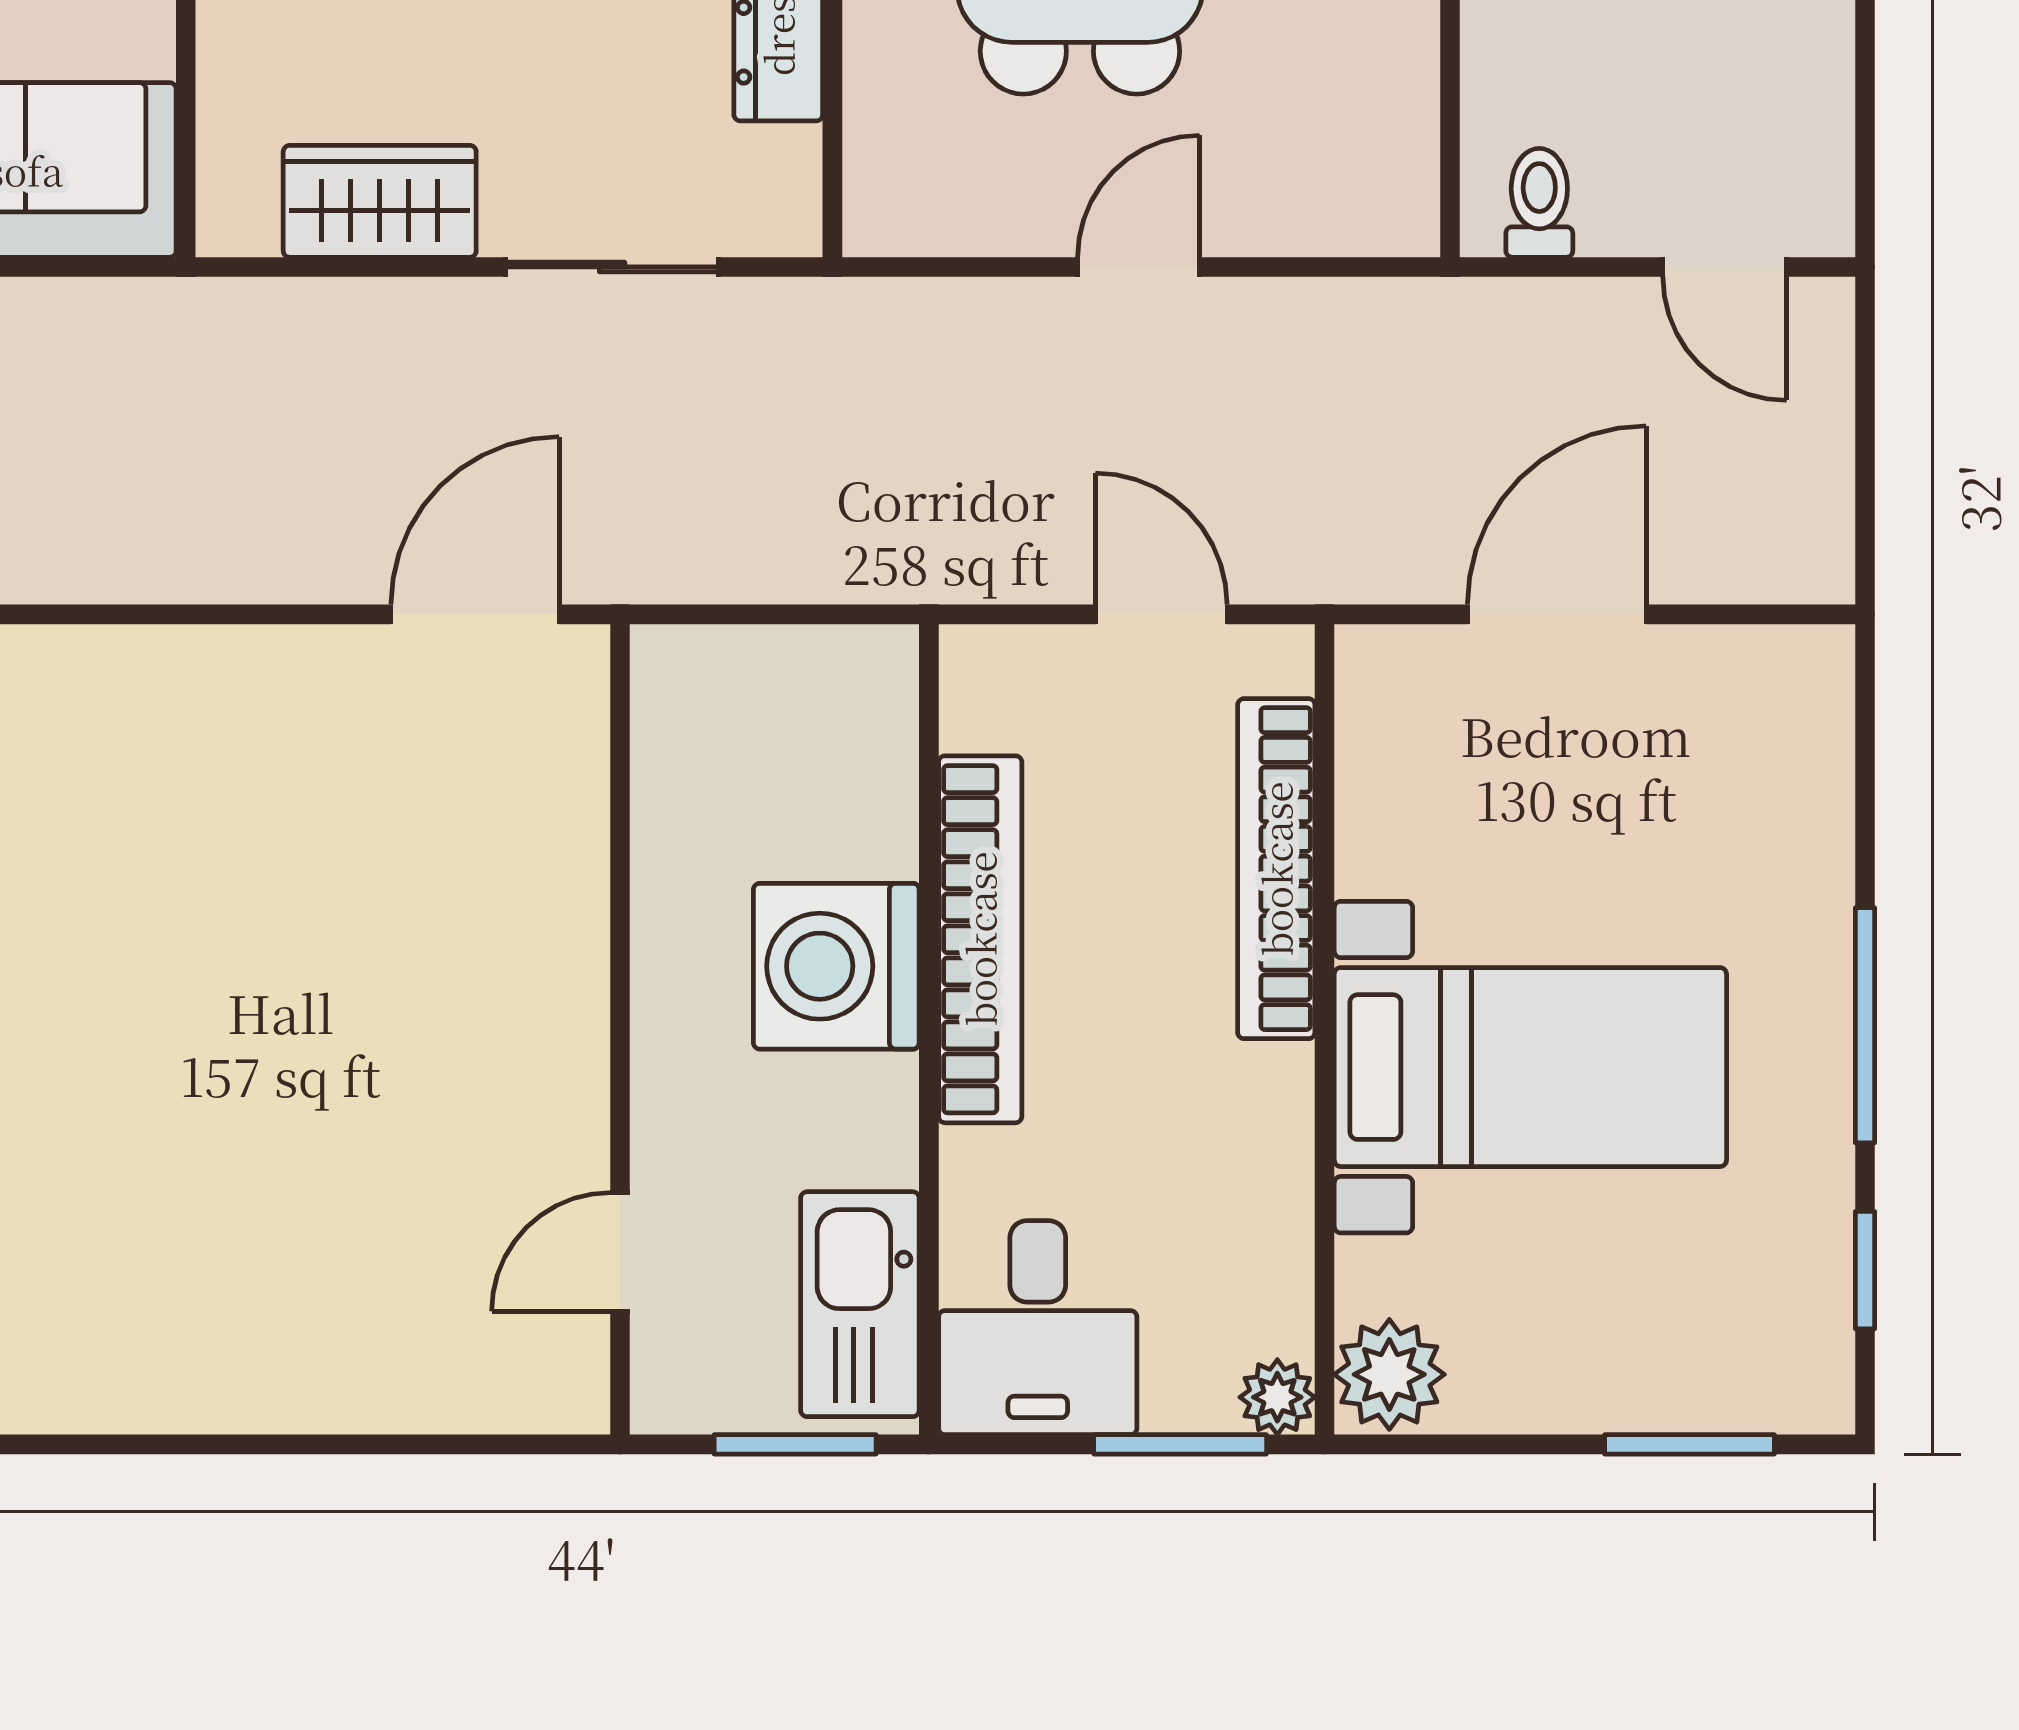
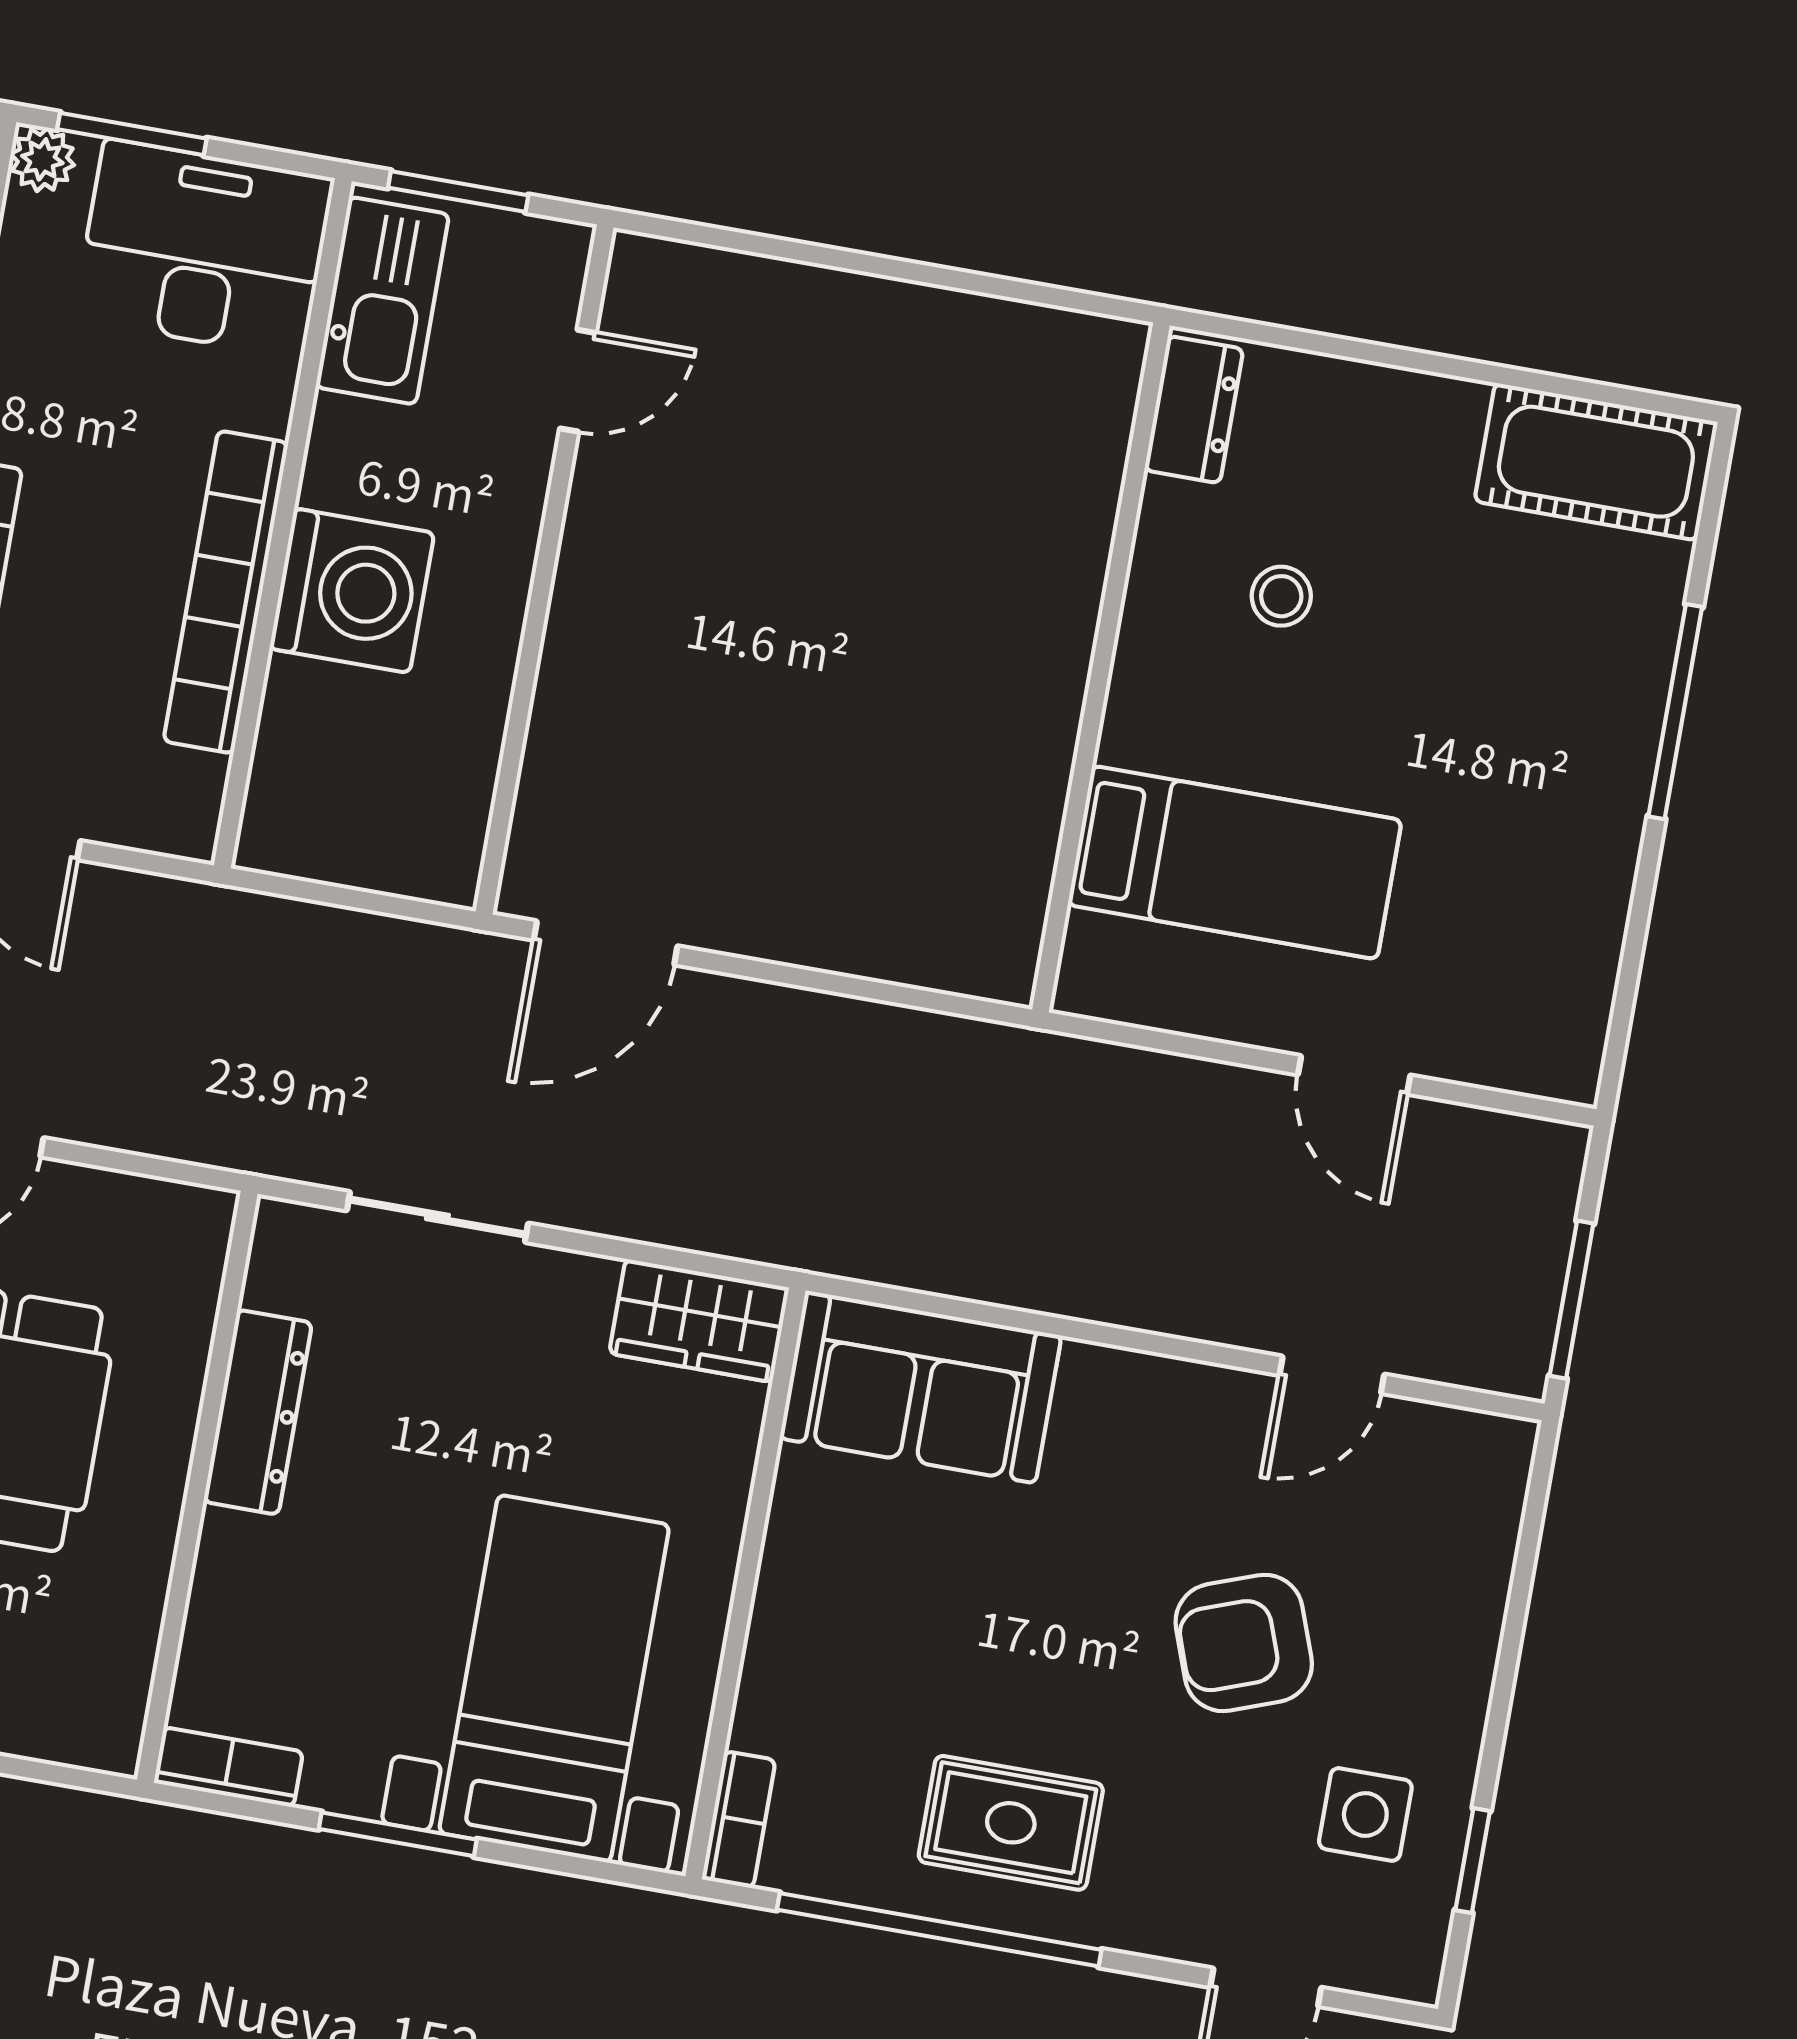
wardrobe: (380, 201) -> (699, 1320), moved
desk: (1038, 1328) -> (204, 249), width x1.37

